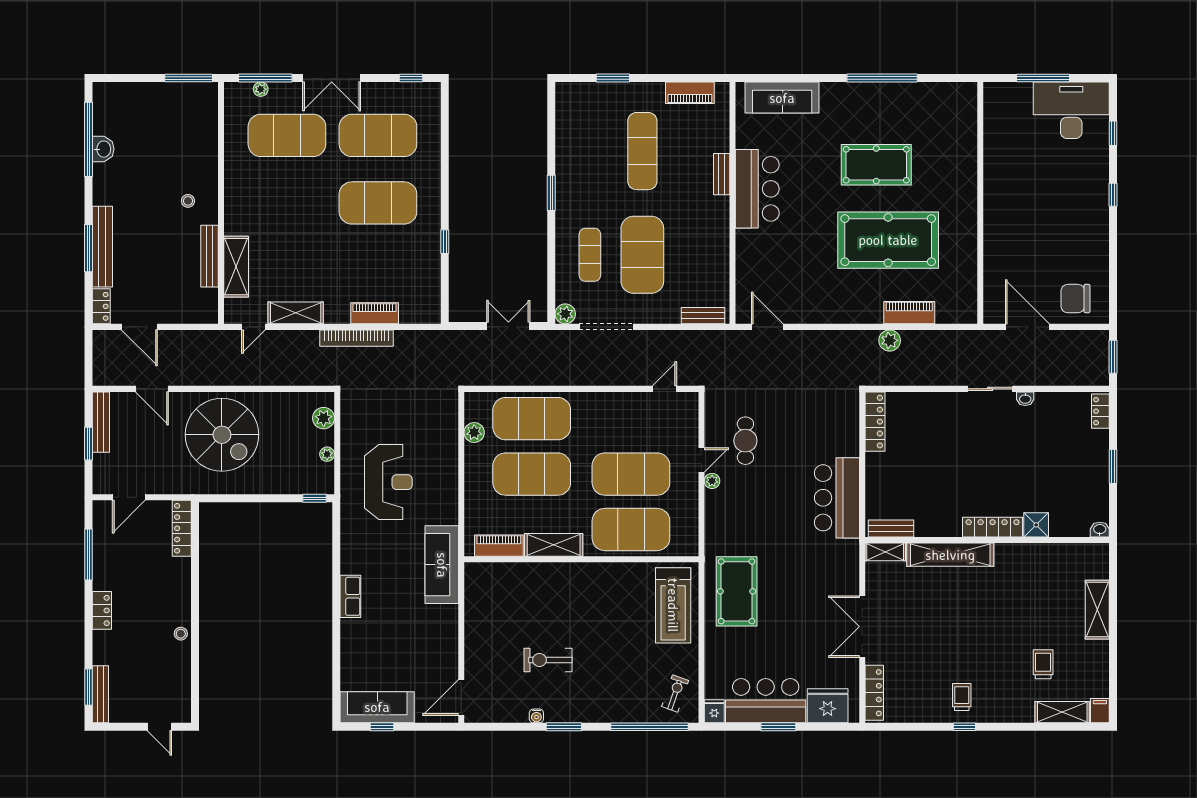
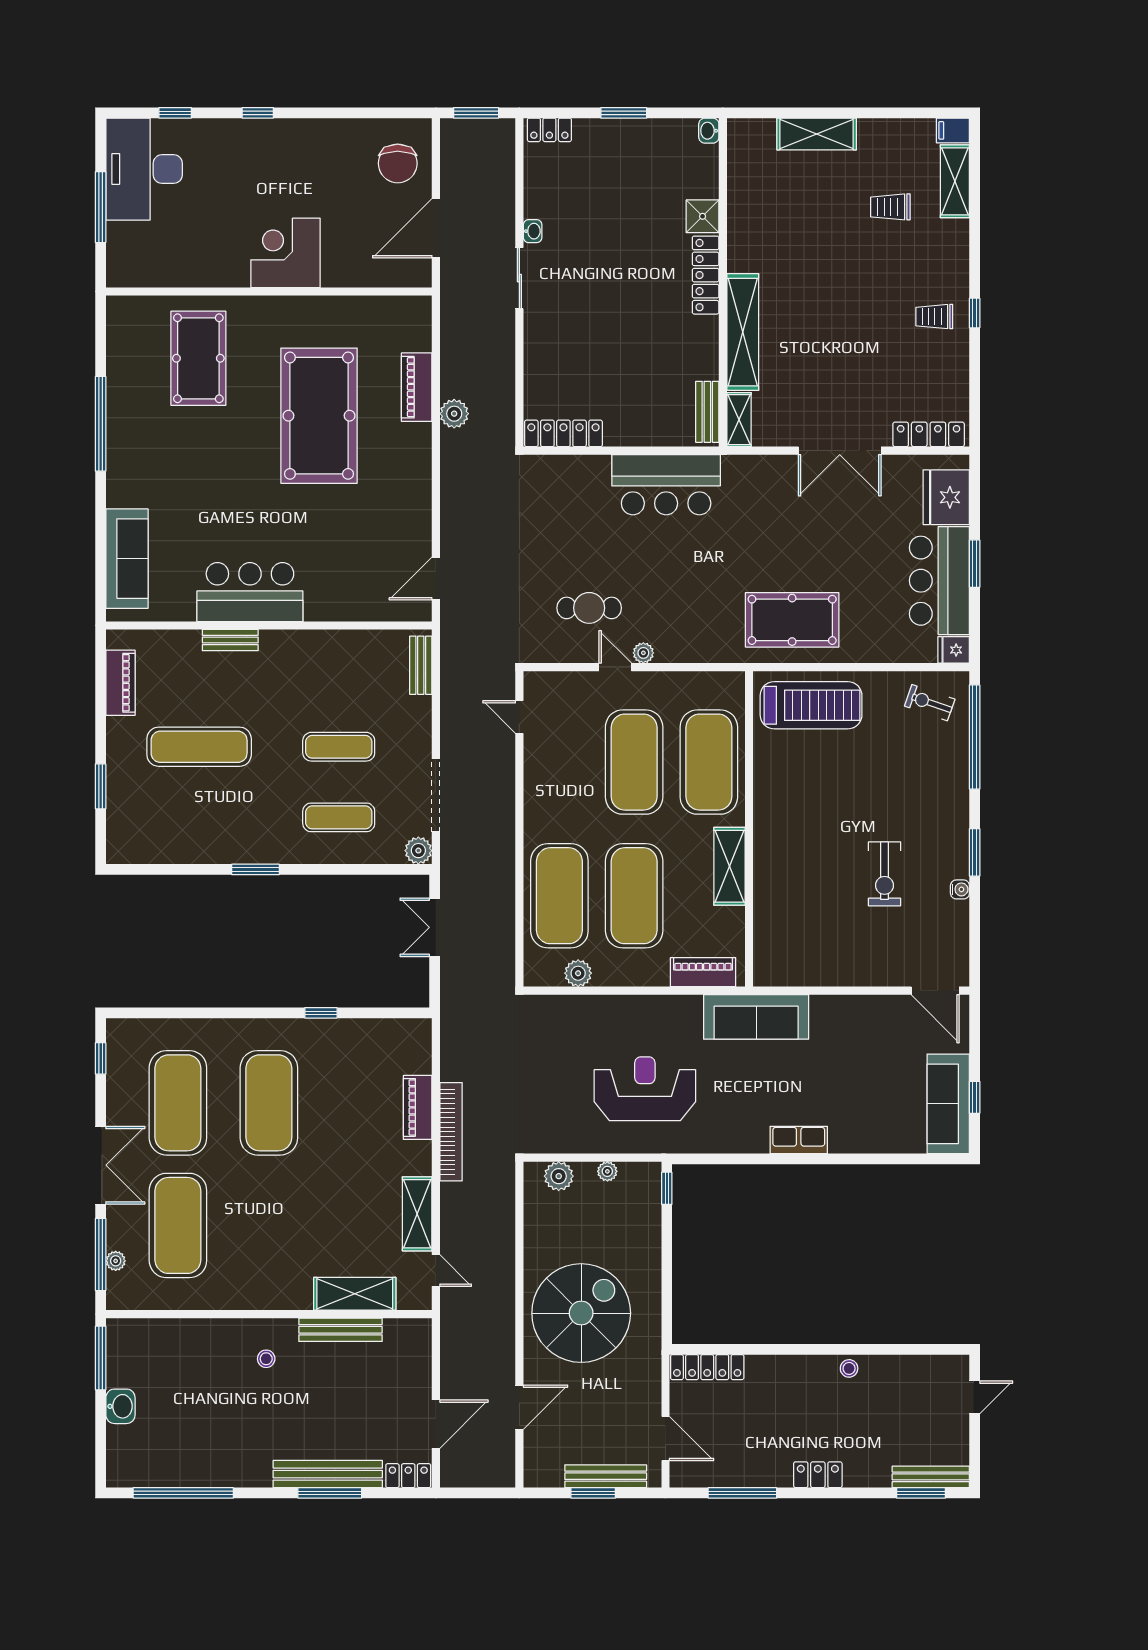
washbasin: (103, 149) -> (120, 1406), moved, turned 90
pool table: (876, 165) -> (198, 358), moved
corner desk: (1009, 215) -> (286, 253), added
exercise mat: (642, 255) -> (339, 747), width x0.50, depth x0.69
bench: (101, 422) -> (606, 1476), moved
piano: (499, 546) -> (703, 972), moved, turned 90

